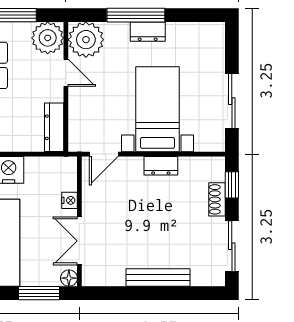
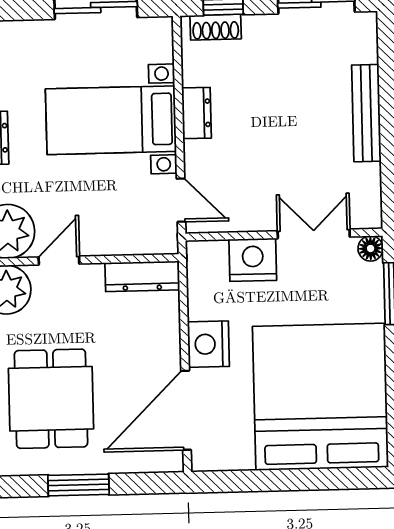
shoe rack: (217, 199) -> (216, 27), moved
nightstand: (69, 200) -> (253, 260), width x1.89, depth x1.79
double door: (79, 241) -> (314, 234), swing flipped

